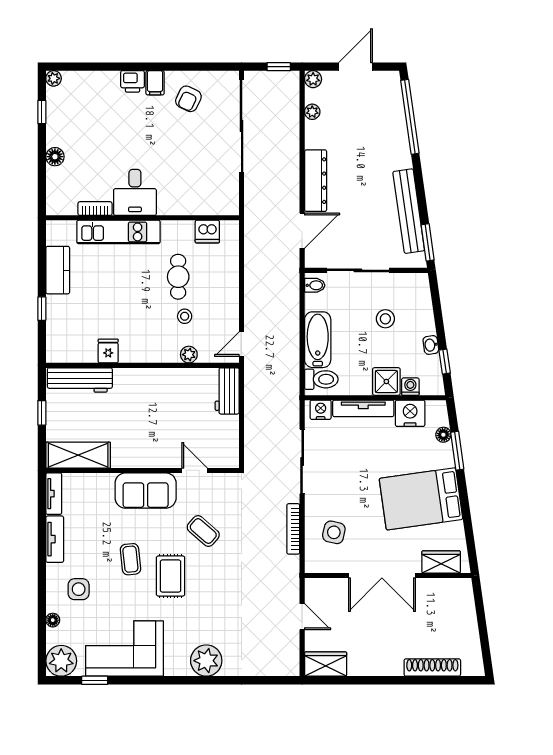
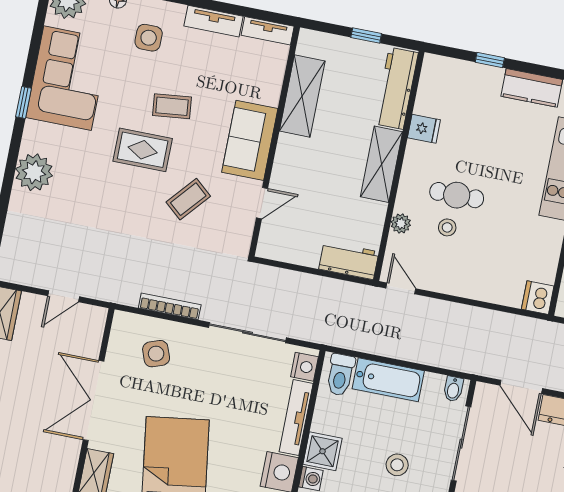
dishwasher: (207, 232) -> (538, 298), moved
cafe table: (178, 277) -> (457, 195), moved
shelving: (144, 380) -> (382, 164), added
shelving: (78, 455) -> (302, 96), moved
side table: (334, 532) -> (156, 354), turned -33
window: (95, 680) -> (24, 102), moved

